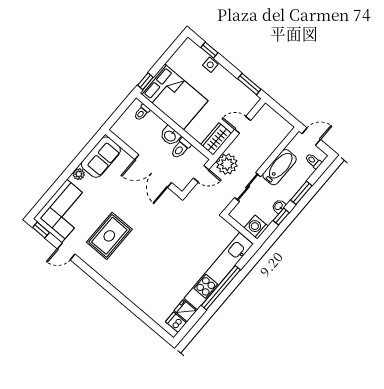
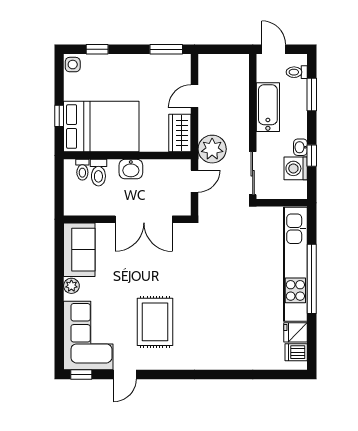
side table: (210, 65) -> (73, 65), moved
window: (145, 81) -> (59, 116), moved
door: (311, 137) -> (274, 49), hinge flipped
toilet: (181, 148) -> (98, 173), moved
sliding door: (248, 187) -> (253, 173), moved
window: (301, 193) -> (312, 95), moved
washing machine: (256, 227) -> (296, 168), moved

